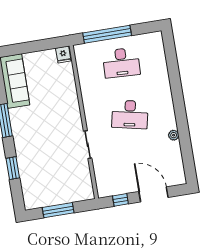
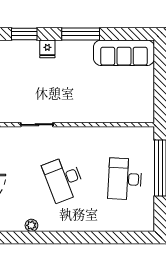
fridge: (63, 55) -> (47, 49), moved, turned -90
desk: (130, 114) -> (64, 179), turned -33

